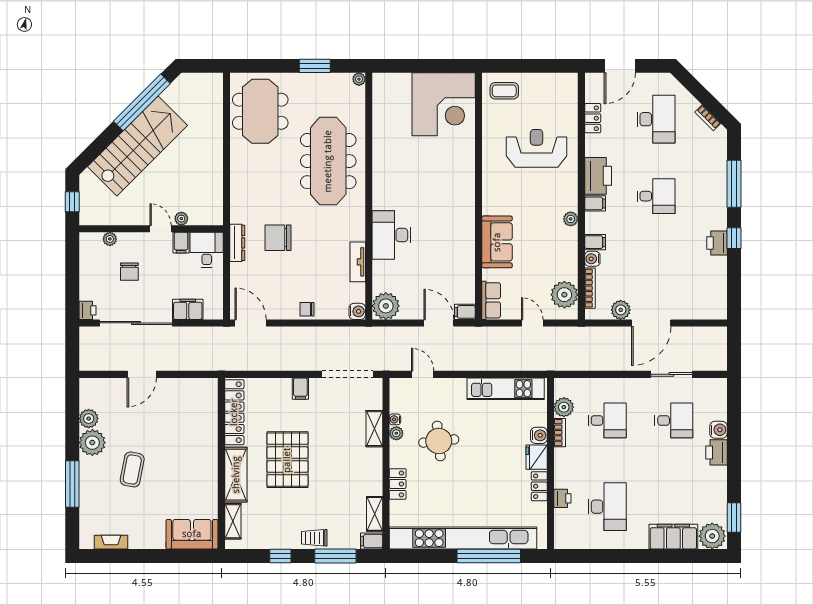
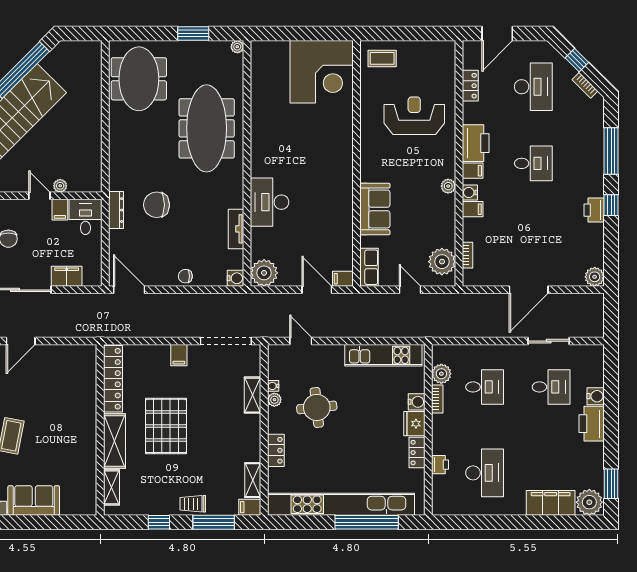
window: (700, 93) -> (577, 60), added
water cooler: (592, 259) -> (470, 193), moved
bookcase: (590, 288) -> (468, 255), width x0.64
plant: (621, 310) -> (595, 277), moved
printer: (717, 452) -> (592, 424), width x1.37, depth x1.19
sofa: (192, 534) -> (34, 500), moved

